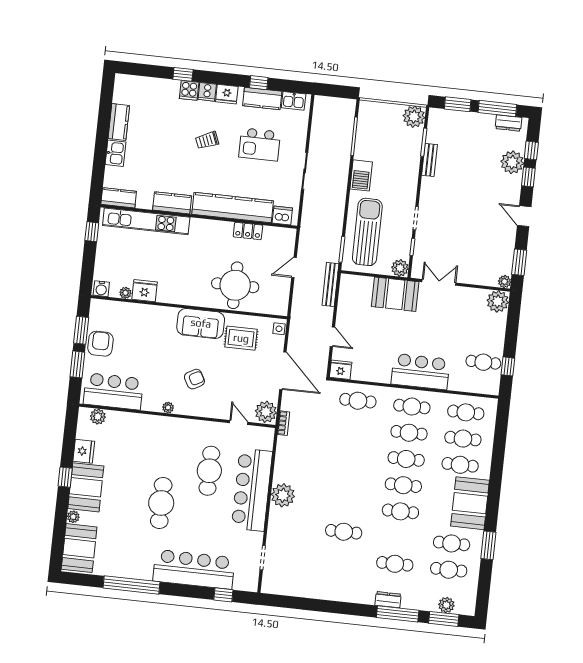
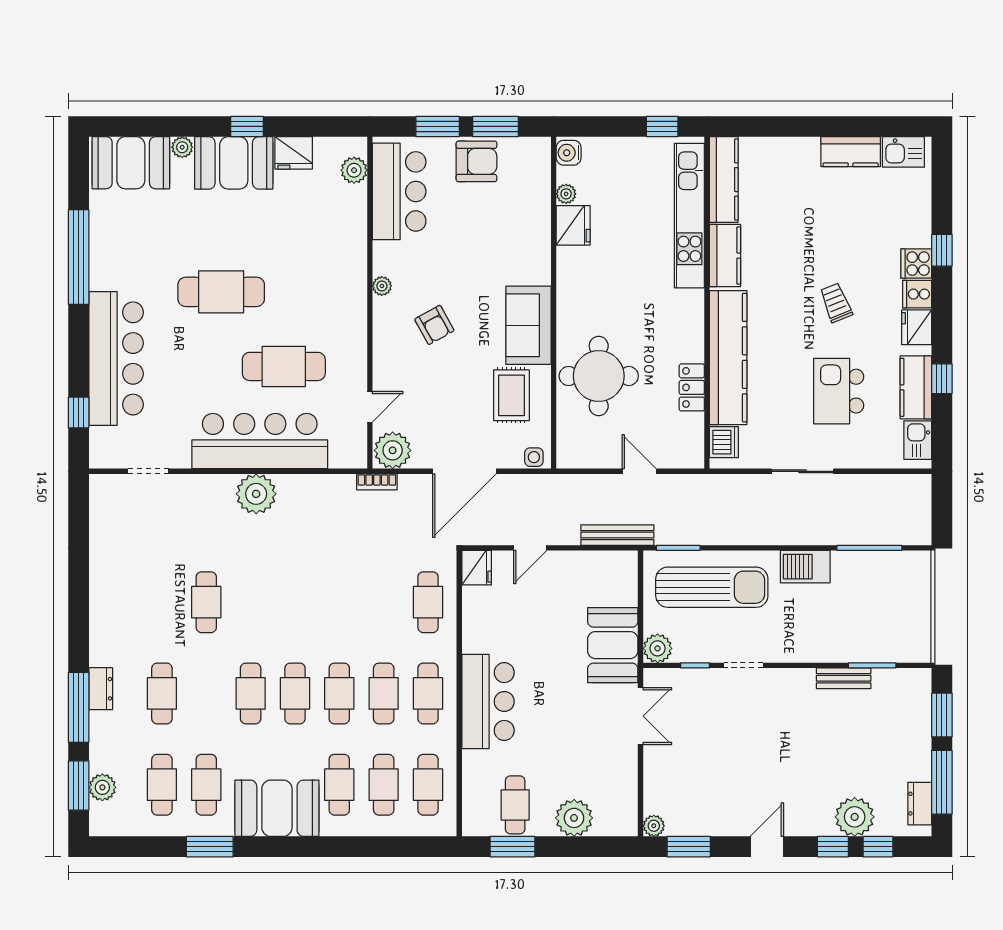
plant: (414, 117) -> (913, 644), removed
kitchen sink: (116, 153) -> (903, 152), moved
kitchen counter: (119, 198) -> (724, 180), width x1.50
plant: (498, 301) -> (574, 818), moved
window: (508, 366) -> (512, 847), width x1.50

